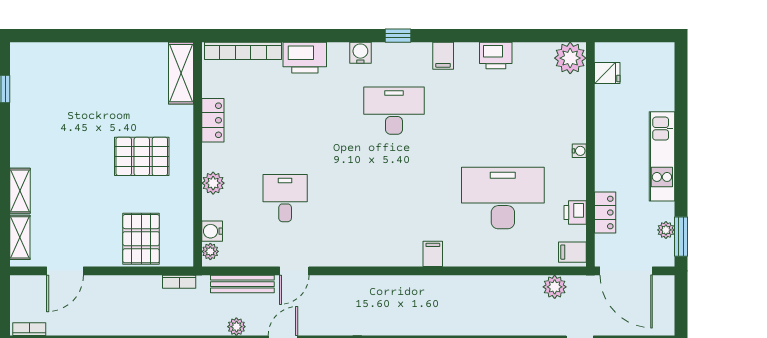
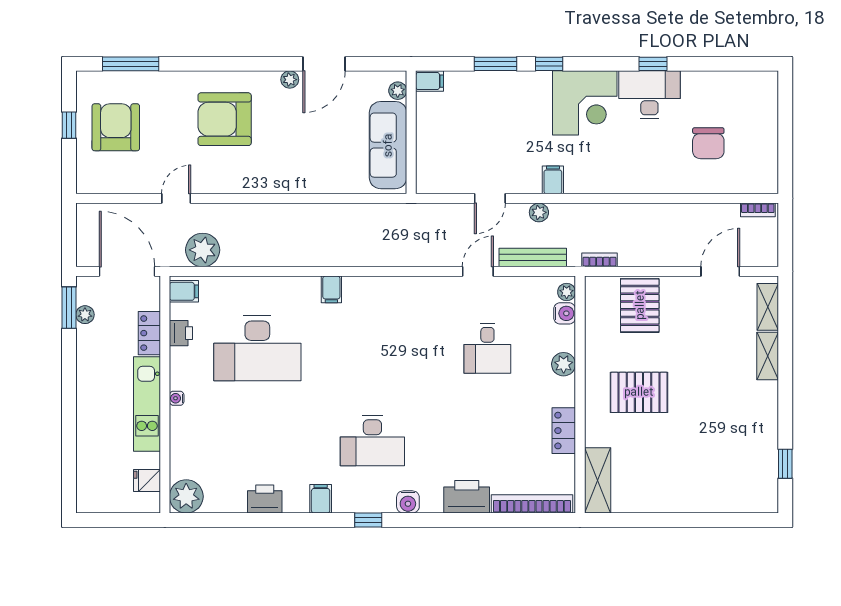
kitchen unit: (662, 156) -> (147, 404), moved, turned 180
plant: (555, 287) -> (203, 250), width x1.36, depth x1.36

